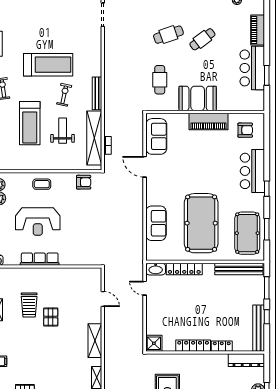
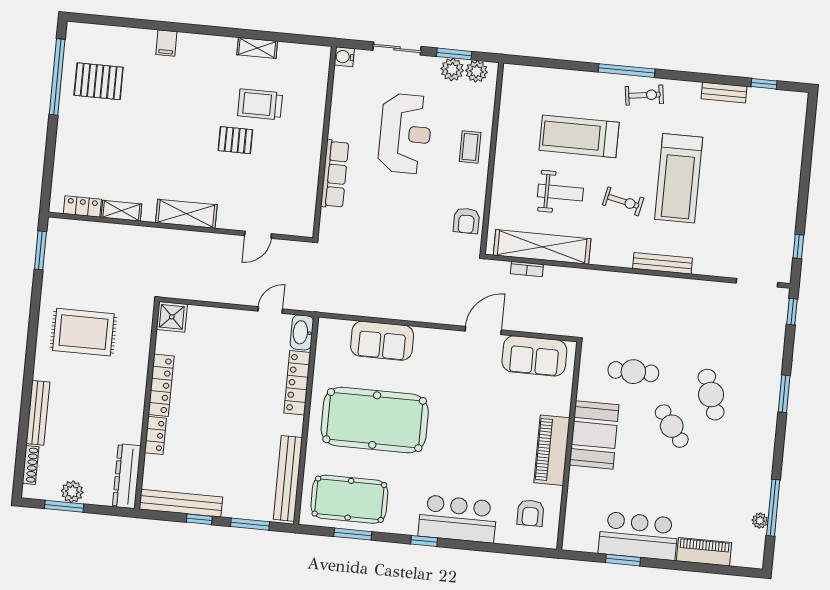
cafe table: (202, 39) -> (672, 426), moved
bench: (97, 93) -> (663, 263), moved
reception desk: (38, 221) -> (405, 134), turned 180
row of seats: (40, 259) -> (335, 174), moved

